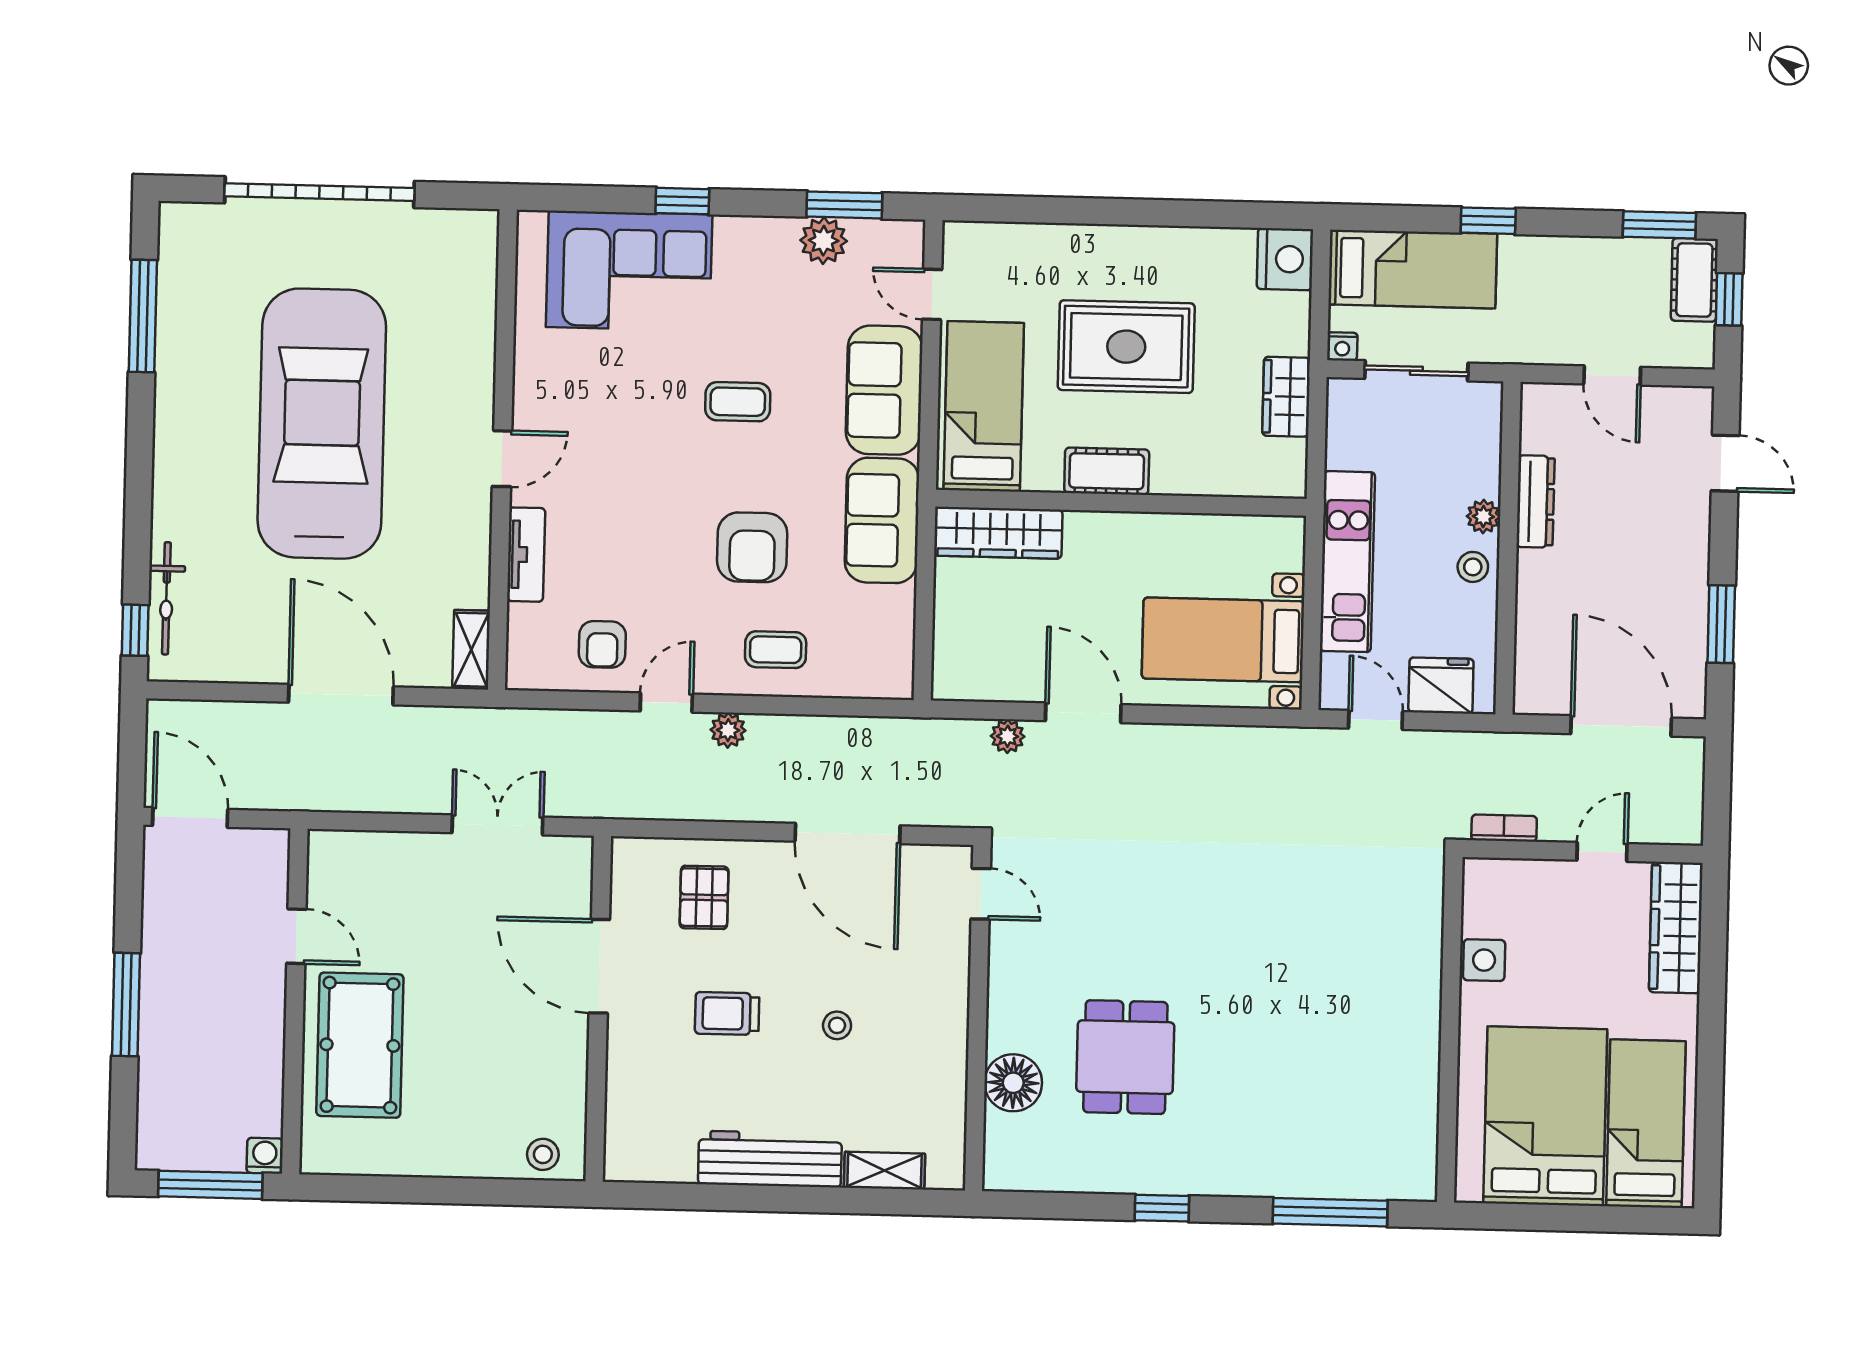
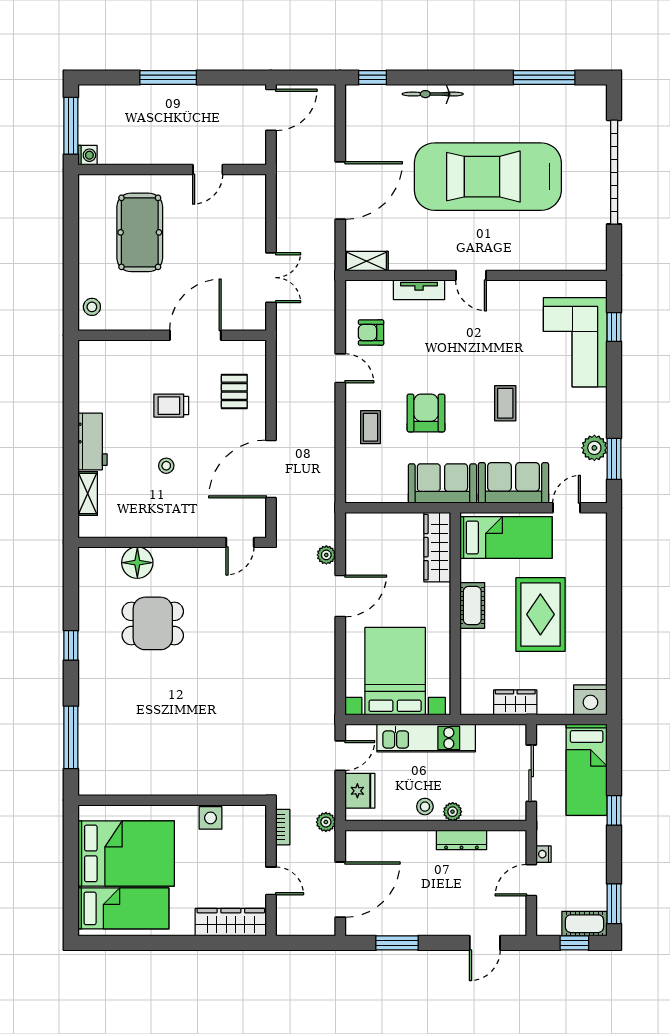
window: (682, 201) -> (614, 327), moved
nightstand: (1342, 346) -> (544, 854), moved
car: (322, 424) -> (488, 177), turned 180
armchair: (752, 547) -> (426, 413), turned 90
bicycle: (166, 598) -> (433, 94), moved
bed with nightstands: (1223, 640) -> (395, 671), width x1.36
plant: (728, 730) -> (326, 822), moved
pallet: (704, 897) -> (234, 391), turned 90
trolley: (727, 1013) -> (171, 406), turned -90
pool table: (360, 1045) -> (140, 232), moved, turned 90
workbench: (770, 1159) -> (92, 441), width x0.73

